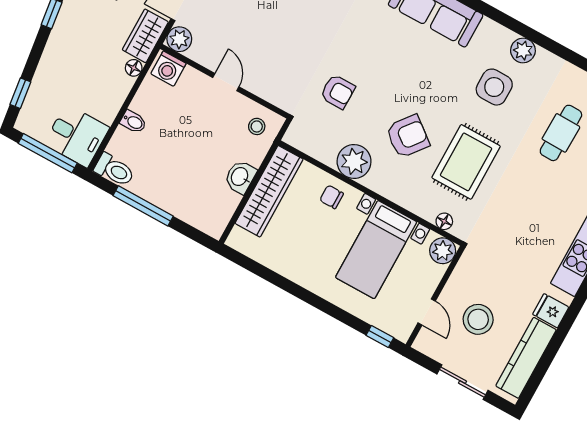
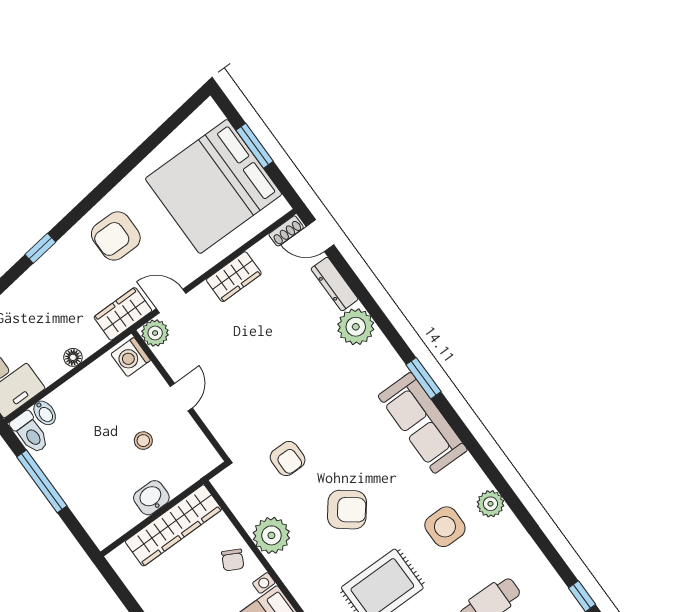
floor lamp: (134, 68) -> (73, 357), moved
bidet: (133, 122) -> (45, 413), moved
stool: (257, 126) -> (143, 441), moved
armchair: (408, 136) -> (347, 510), moved
chair: (332, 197) -> (233, 560), turned -152

